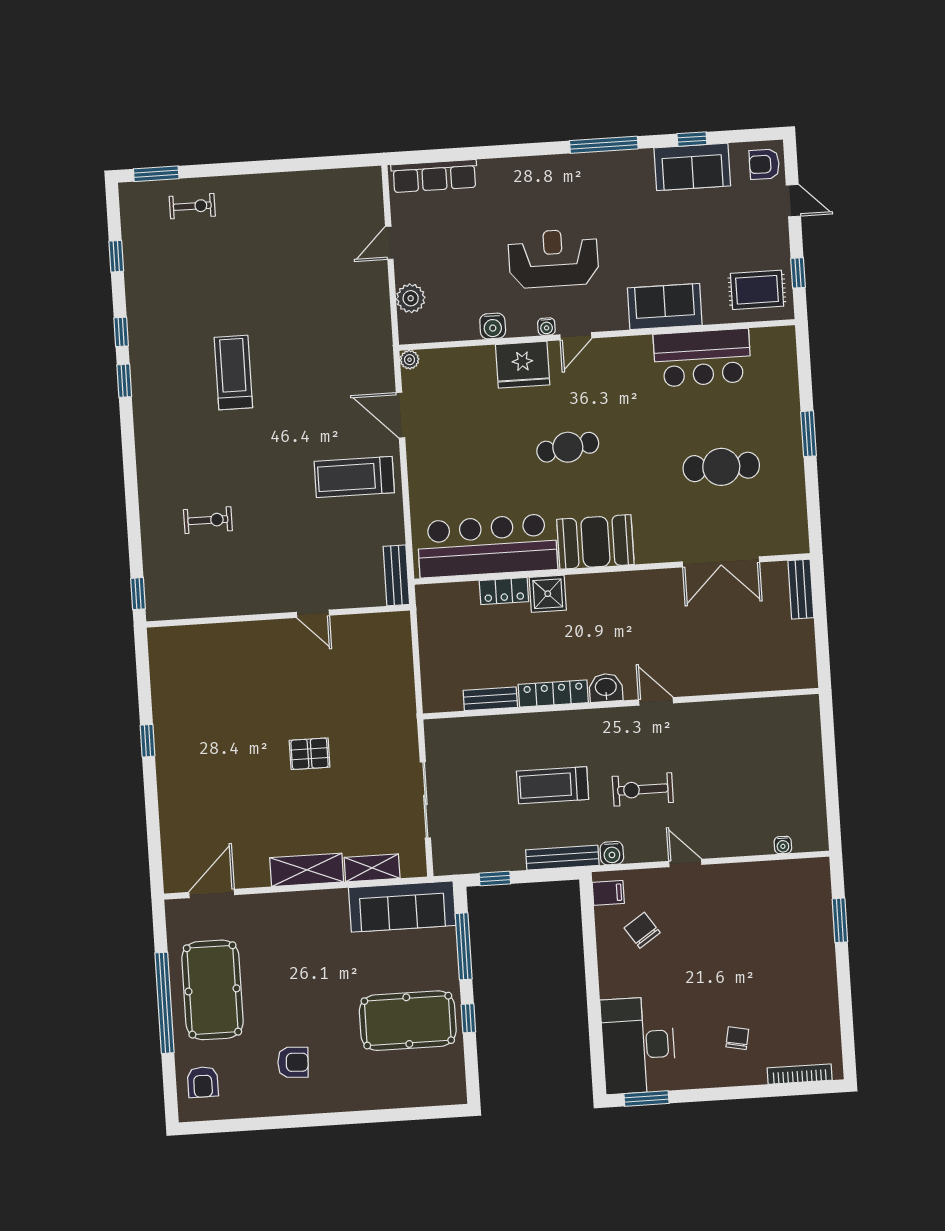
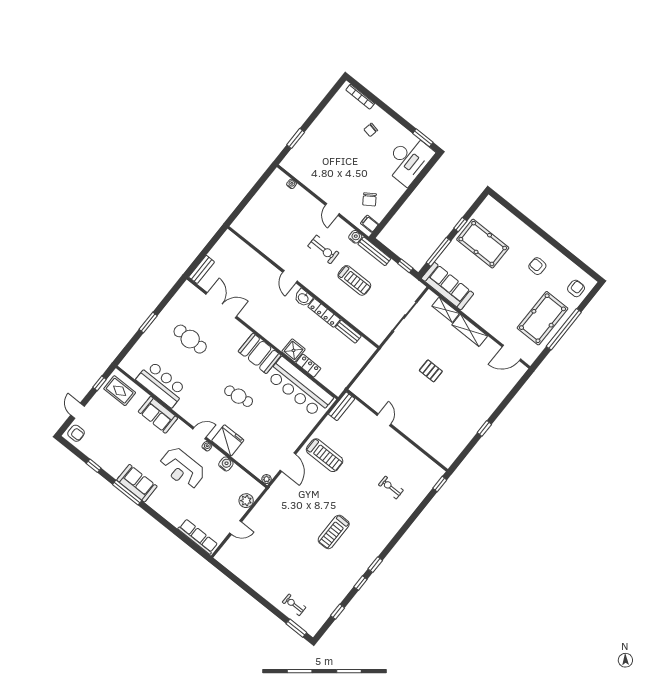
sofa: (692, 167) -> (137, 483), moved

